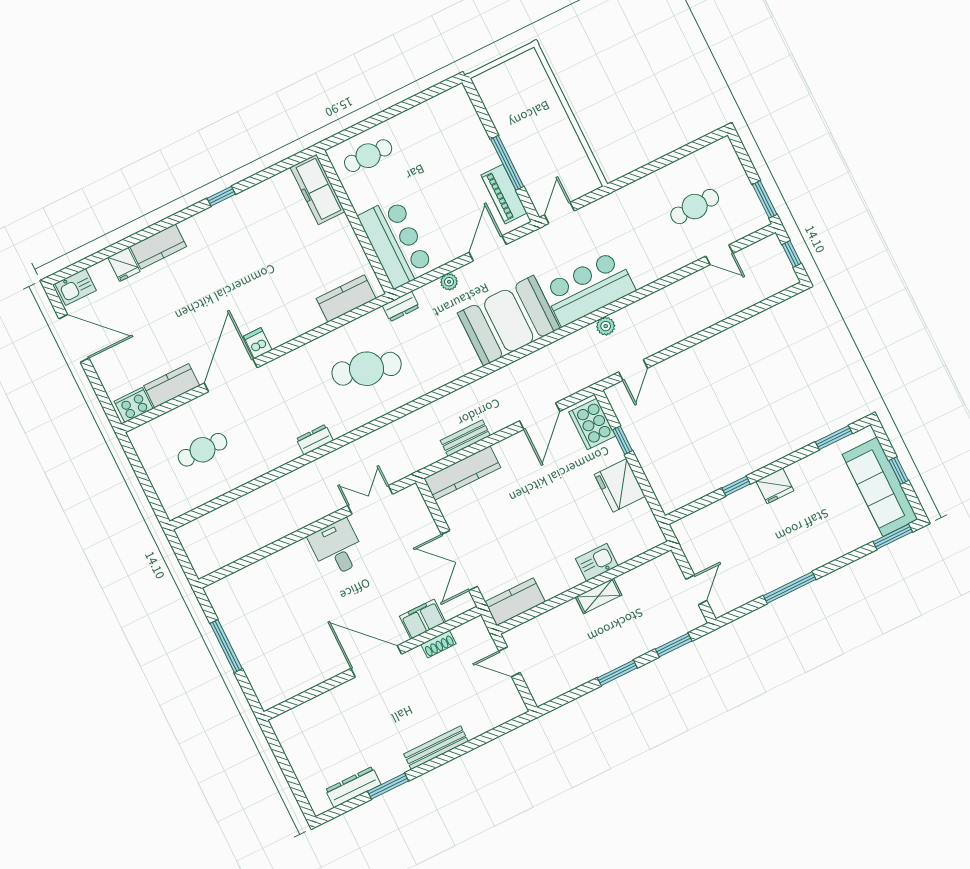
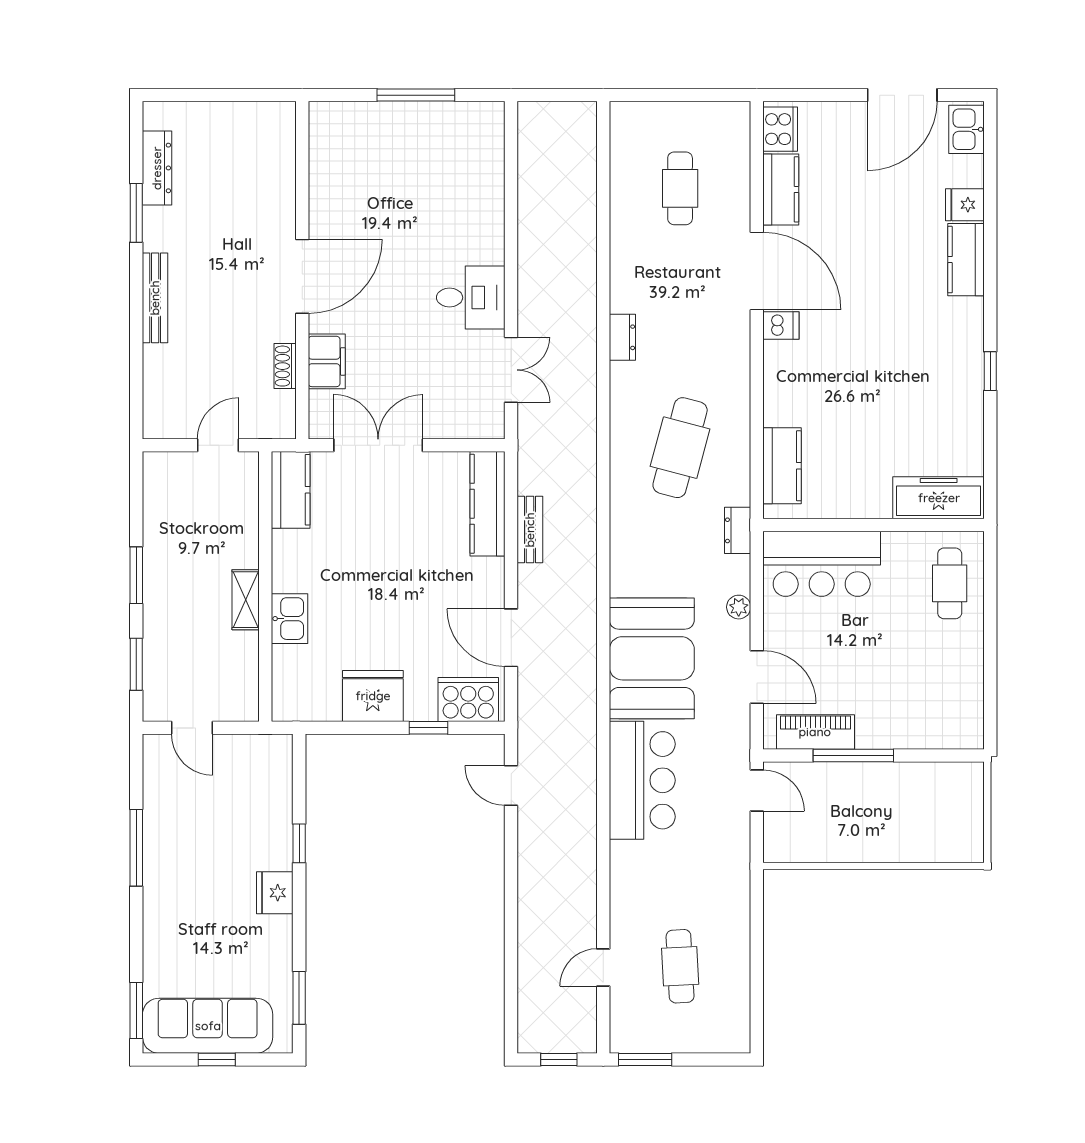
plant: (606, 326) -> (584, 778), removed

